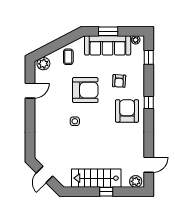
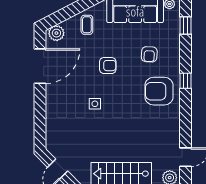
armchair: (85, 90) -> (108, 66), width x0.53, depth x0.53
door: (30, 91) -> (40, 66), width x1.87
armchair: (127, 111) -> (159, 91), turned -90

